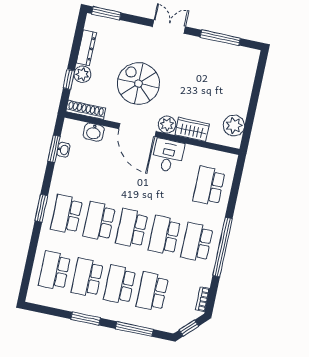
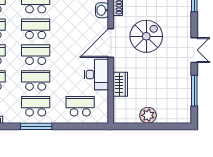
plant: (167, 125) -> (120, 65), removed
plant: (234, 126) -> (148, 115), moved
desk: (168, 156) -> (96, 75), width x1.37
window: (222, 247) -> (36, 126), width x0.68

